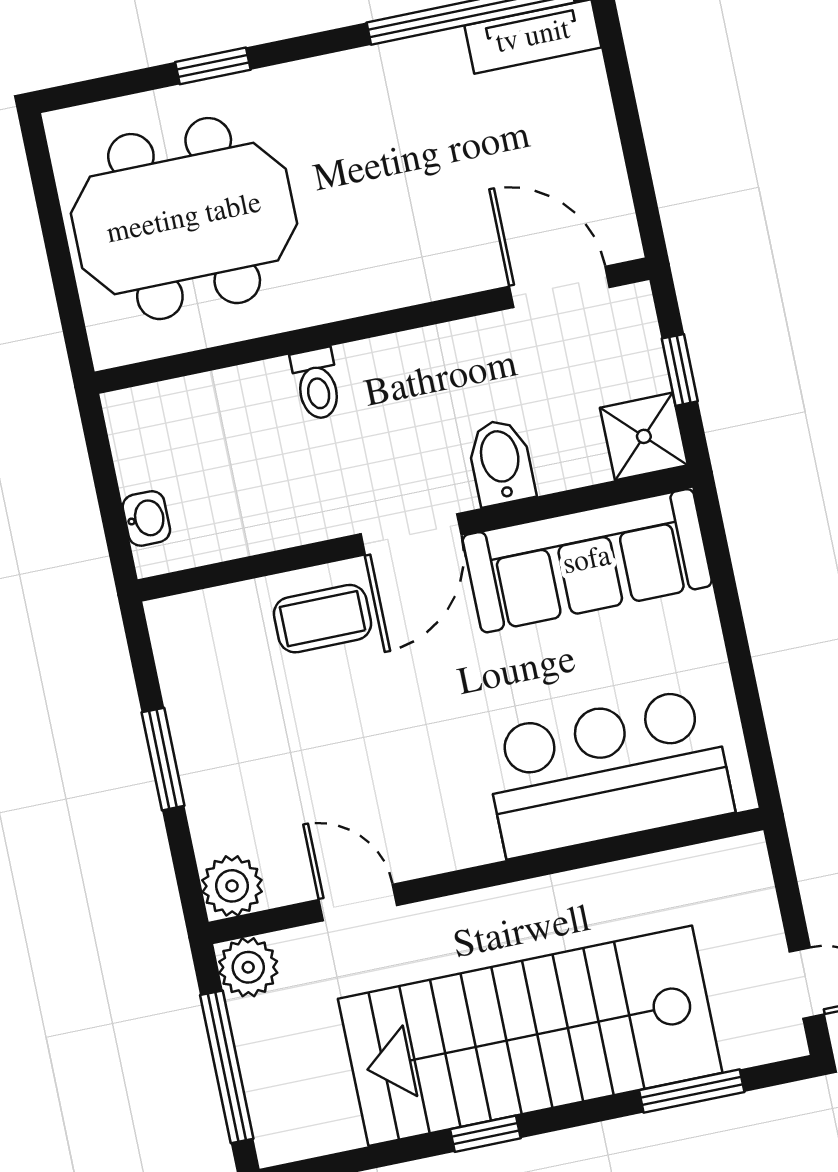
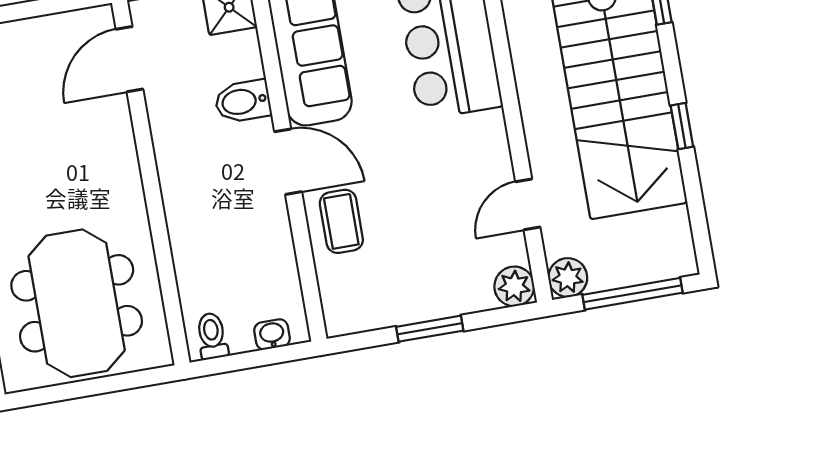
toilet: (317, 384) -> (212, 336), moved, turned -90

